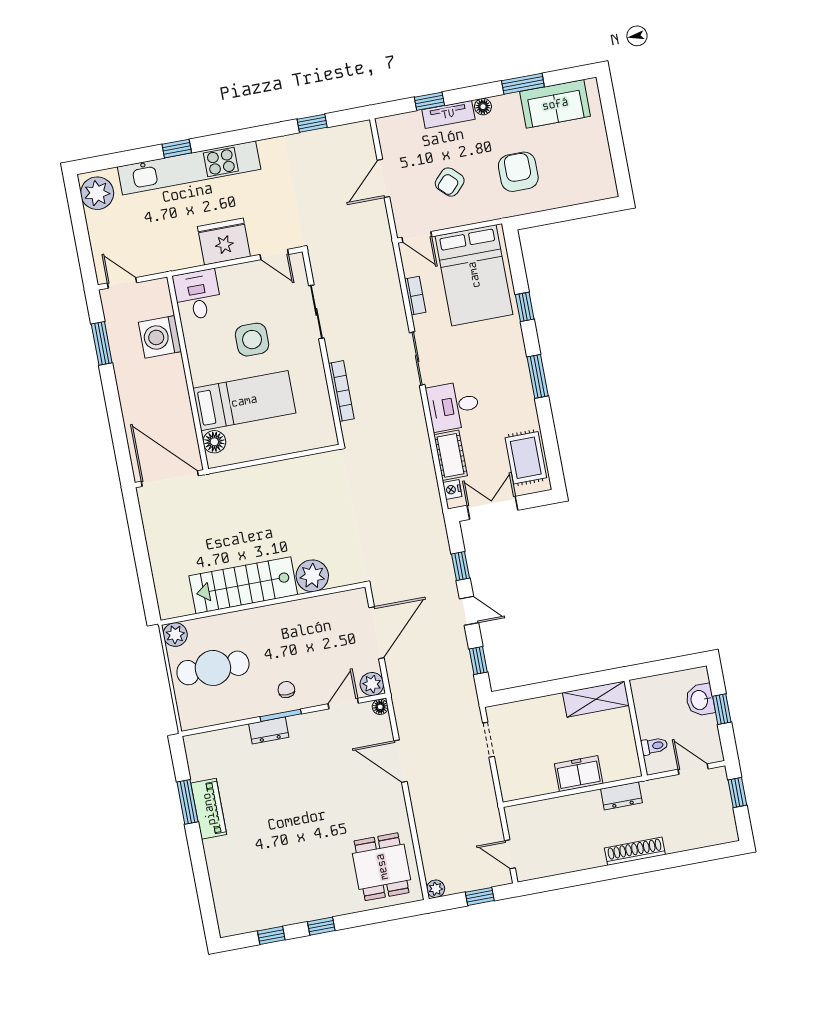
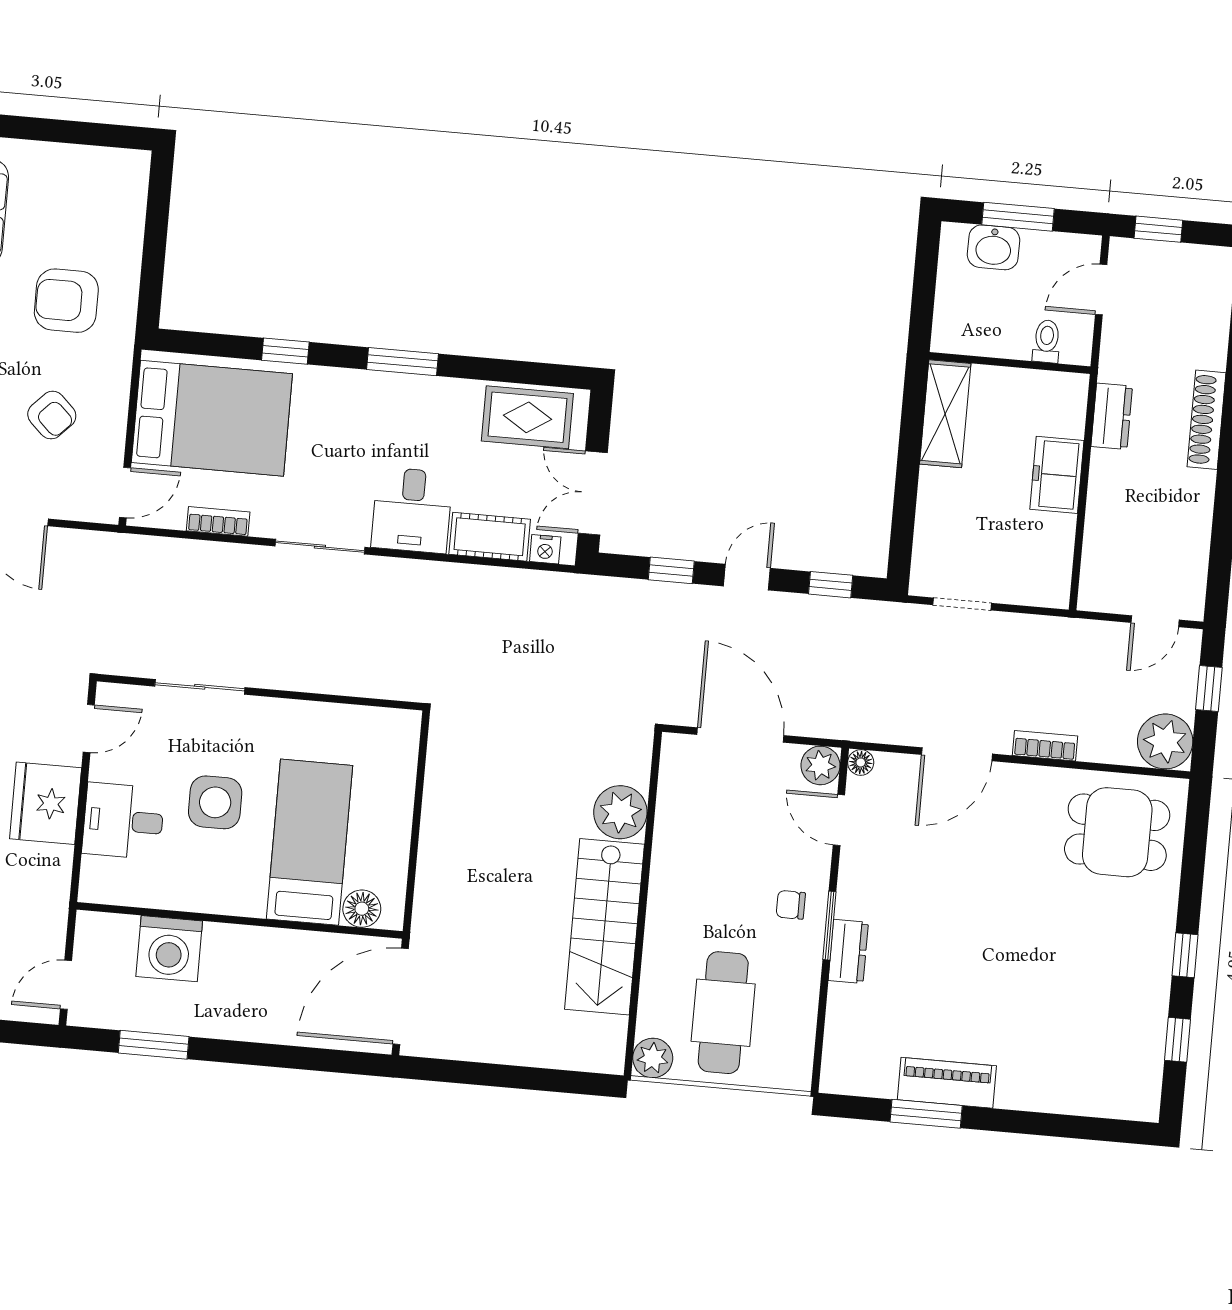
desk: (197, 295) -> (123, 821), moved
bookcase: (341, 391) -> (1045, 746), moved, width x0.64
window: (722, 709) -> (1018, 217), width x1.50
plant: (436, 889) -> (1165, 741), width x1.88, depth x1.88

